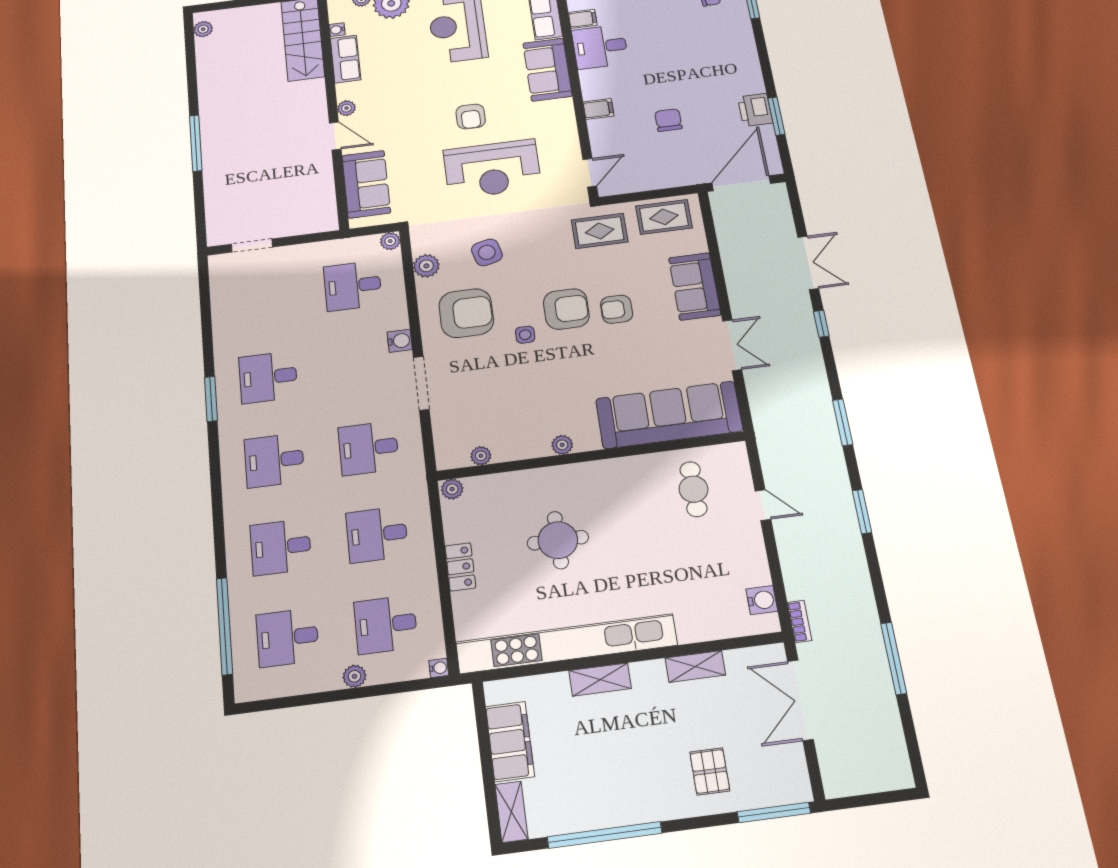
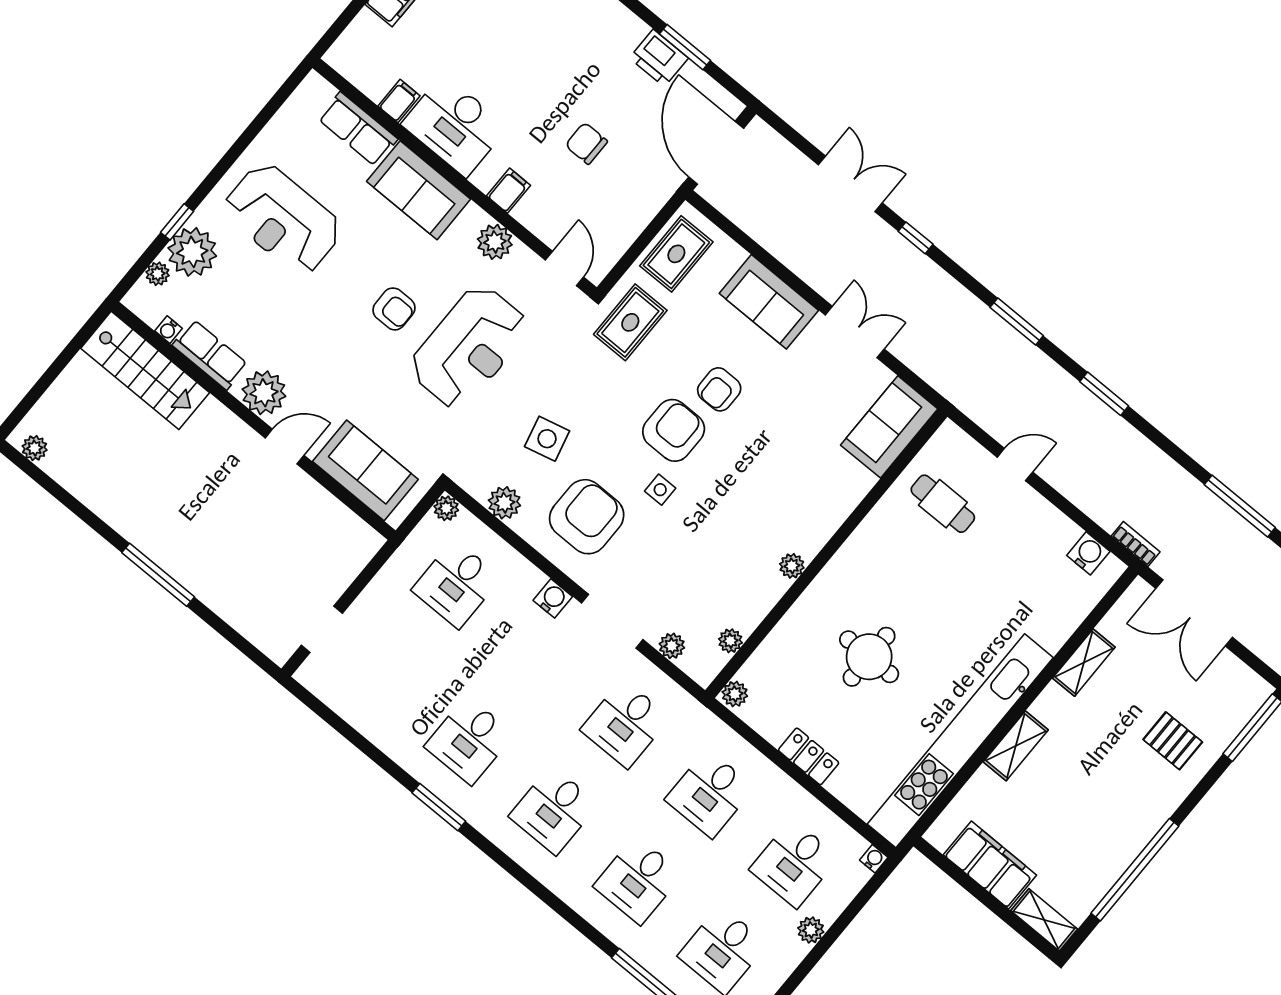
desk: (600, 47) -> (455, 126), width x1.37
plant: (346, 108) -> (264, 393), width x1.87, depth x1.87
plant: (564, 128) -> (495, 242), added
sofa: (669, 415) -> (889, 427), width x0.54, depth x0.79
plant: (442, 428) -> (672, 646), added

